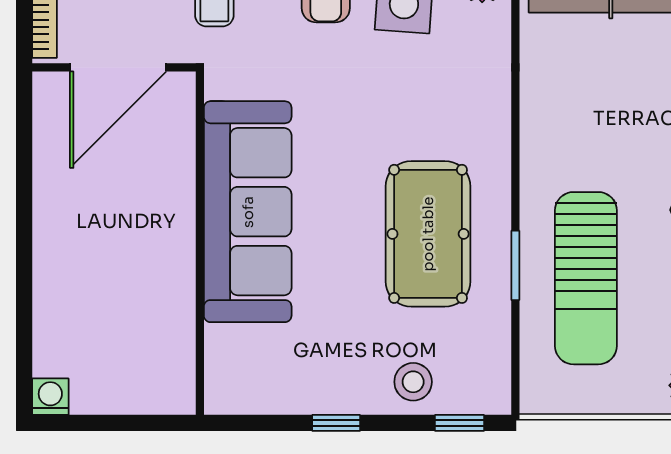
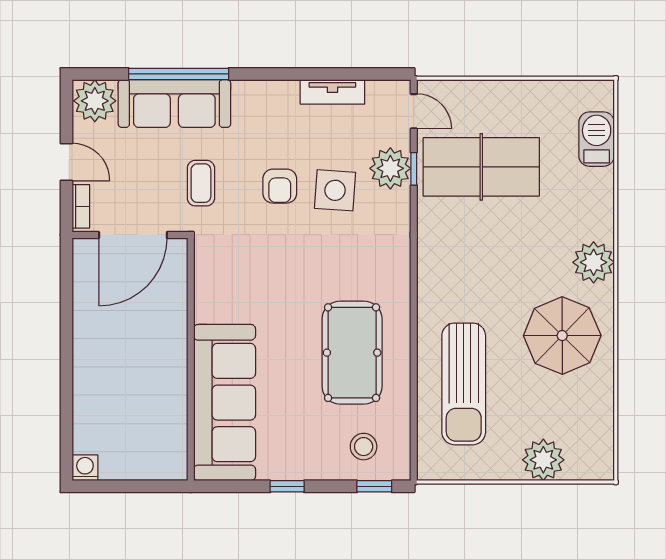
sofa: (248, 212) -> (225, 403), moved
window: (515, 265) -> (414, 375), removed
stool: (413, 382) -> (364, 447), moved

